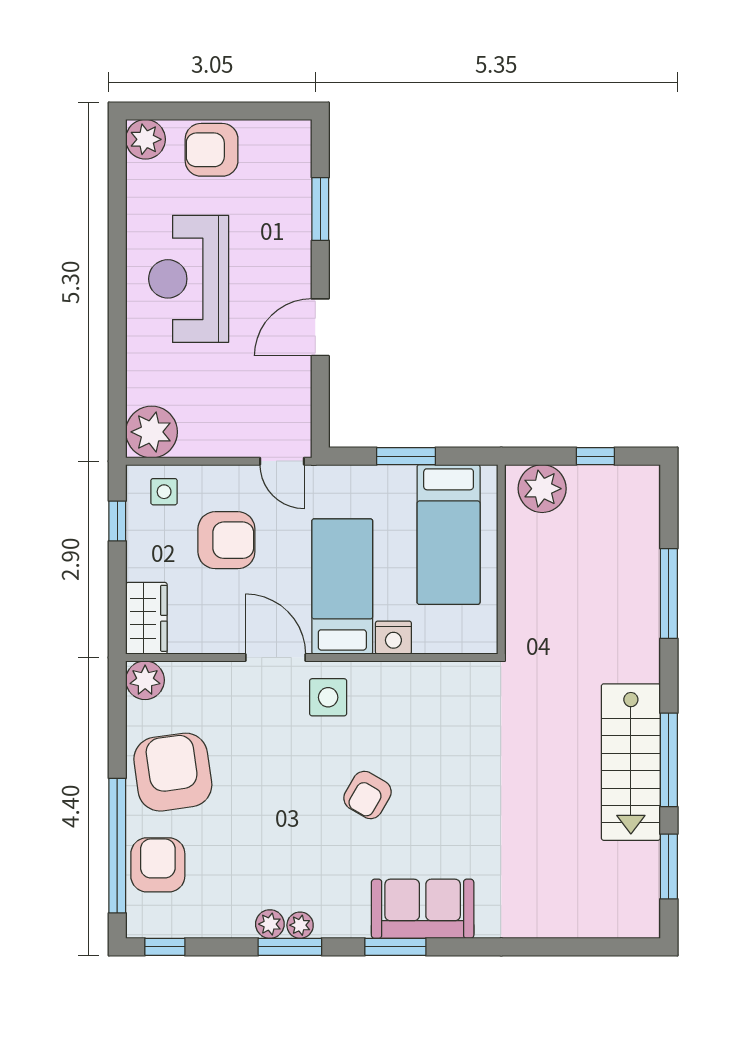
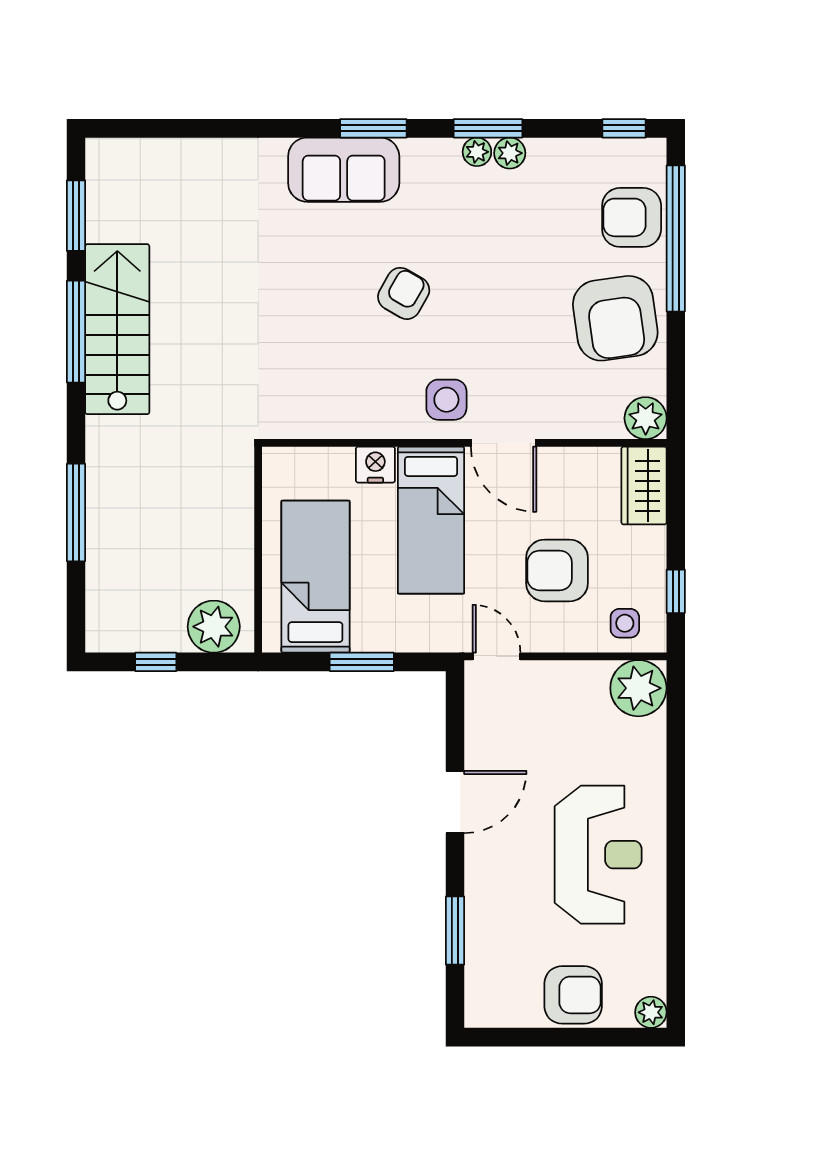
plant: (145, 139) -> (651, 1012), width x0.73, depth x0.73
armchair: (158, 865) -> (632, 217), turned 90

